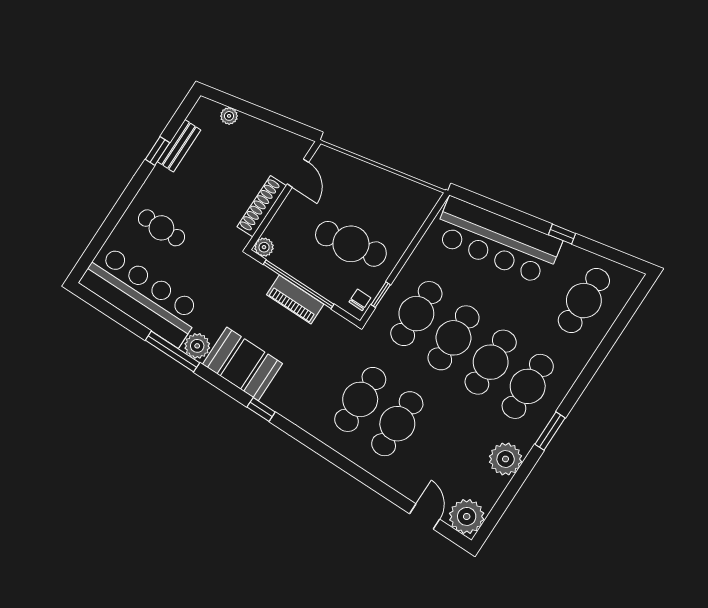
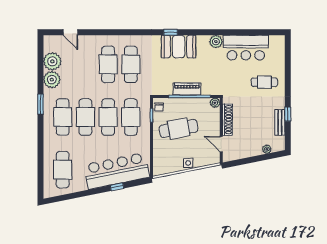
side table: (372, 177) -> (188, 163), added
window: (562, 234) -> (117, 187), moved
bar counter: (141, 295) -> (246, 48), width x0.73
window: (172, 351) -> (225, 32), removed
booth: (242, 364) -> (179, 47), moved
plant: (467, 516) -> (52, 61), moved

